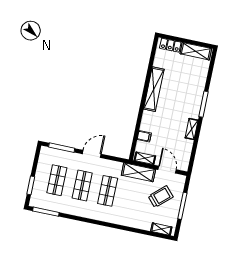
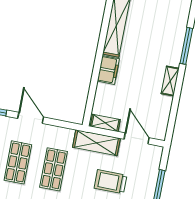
filing cabinet: (144, 136) -> (108, 70), moved, width x2.00
door: (92, 154) -> (31, 118), hinge flipped
trolley: (161, 197) -> (110, 182), moved, turned -138

